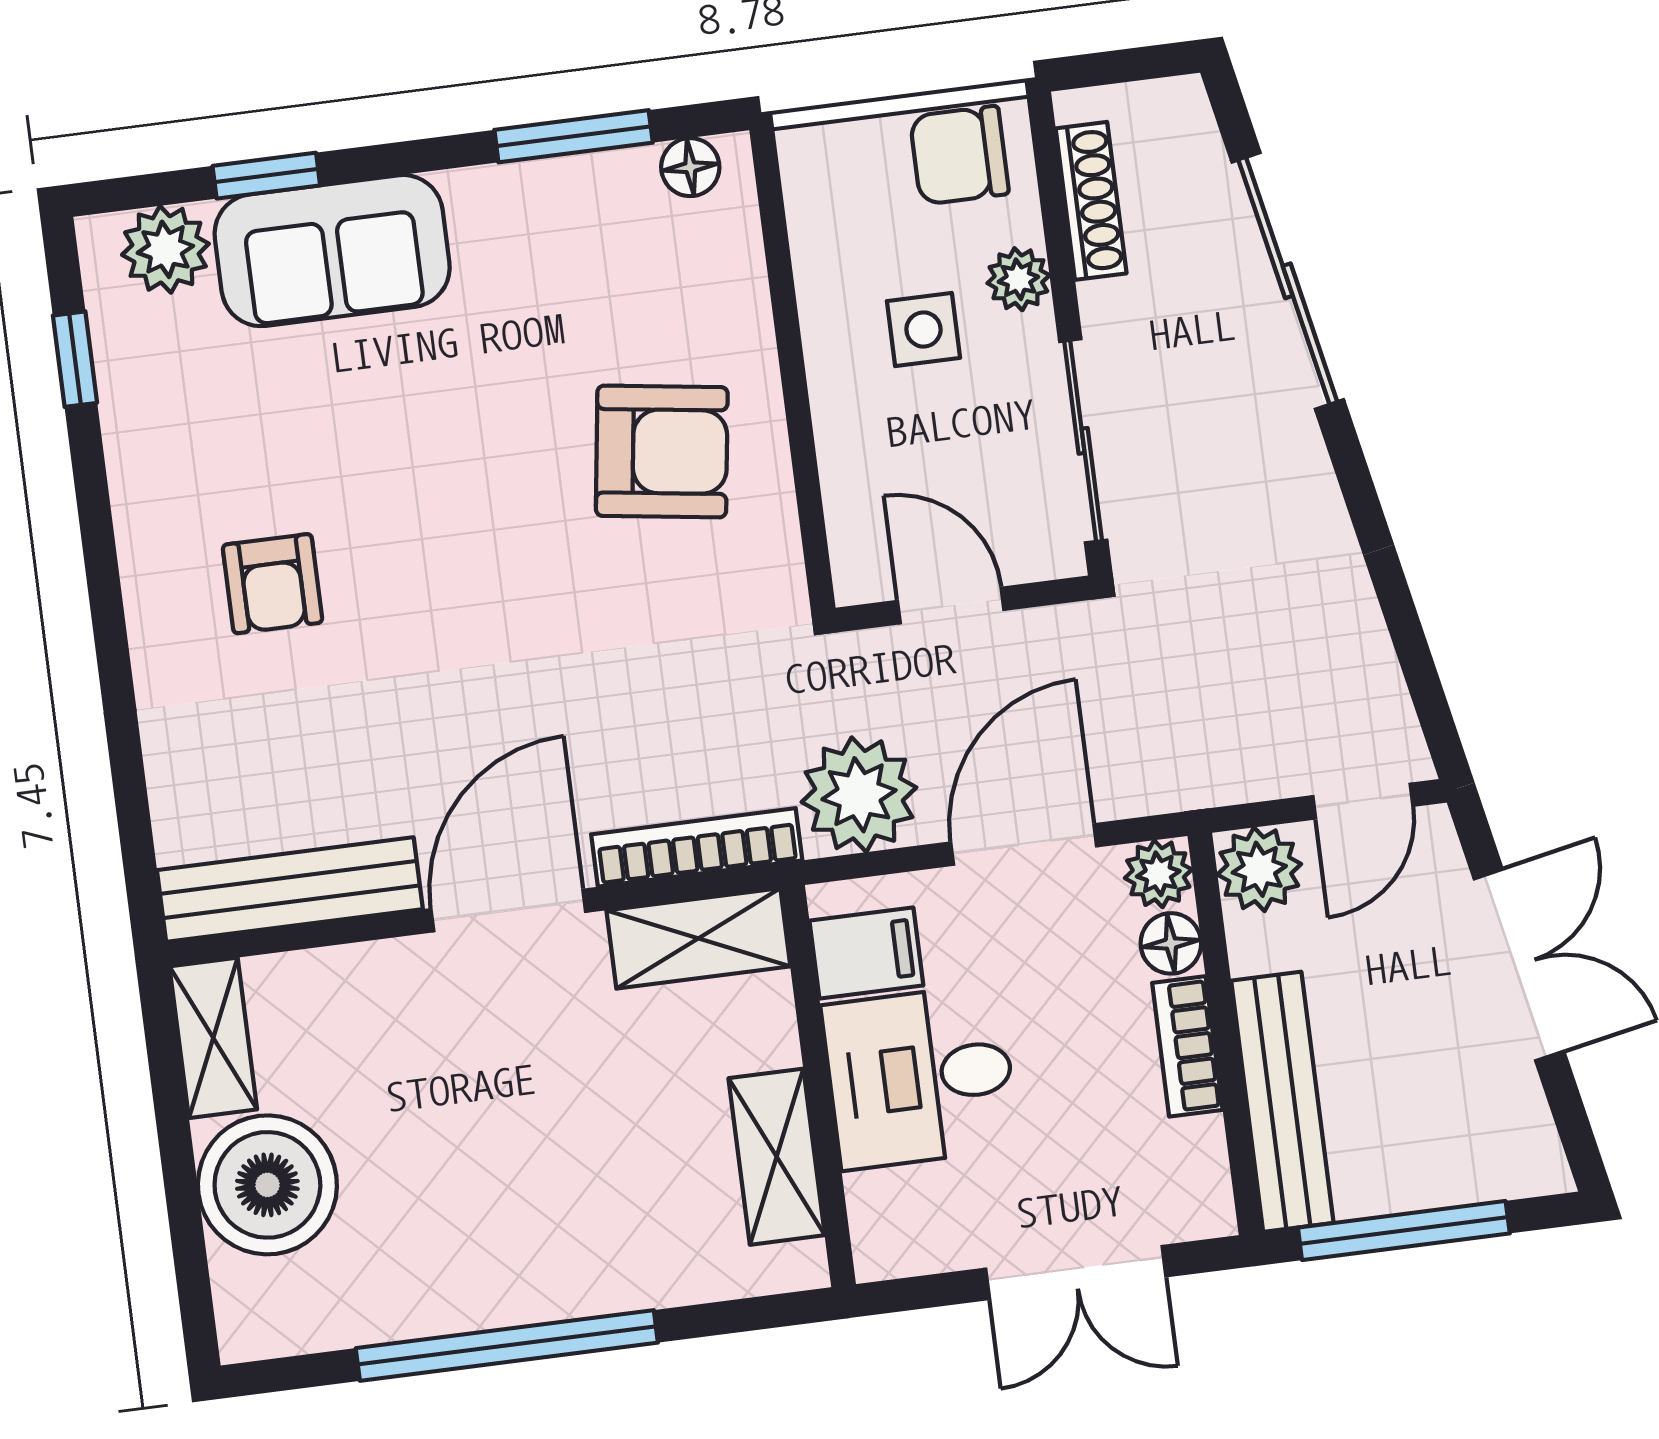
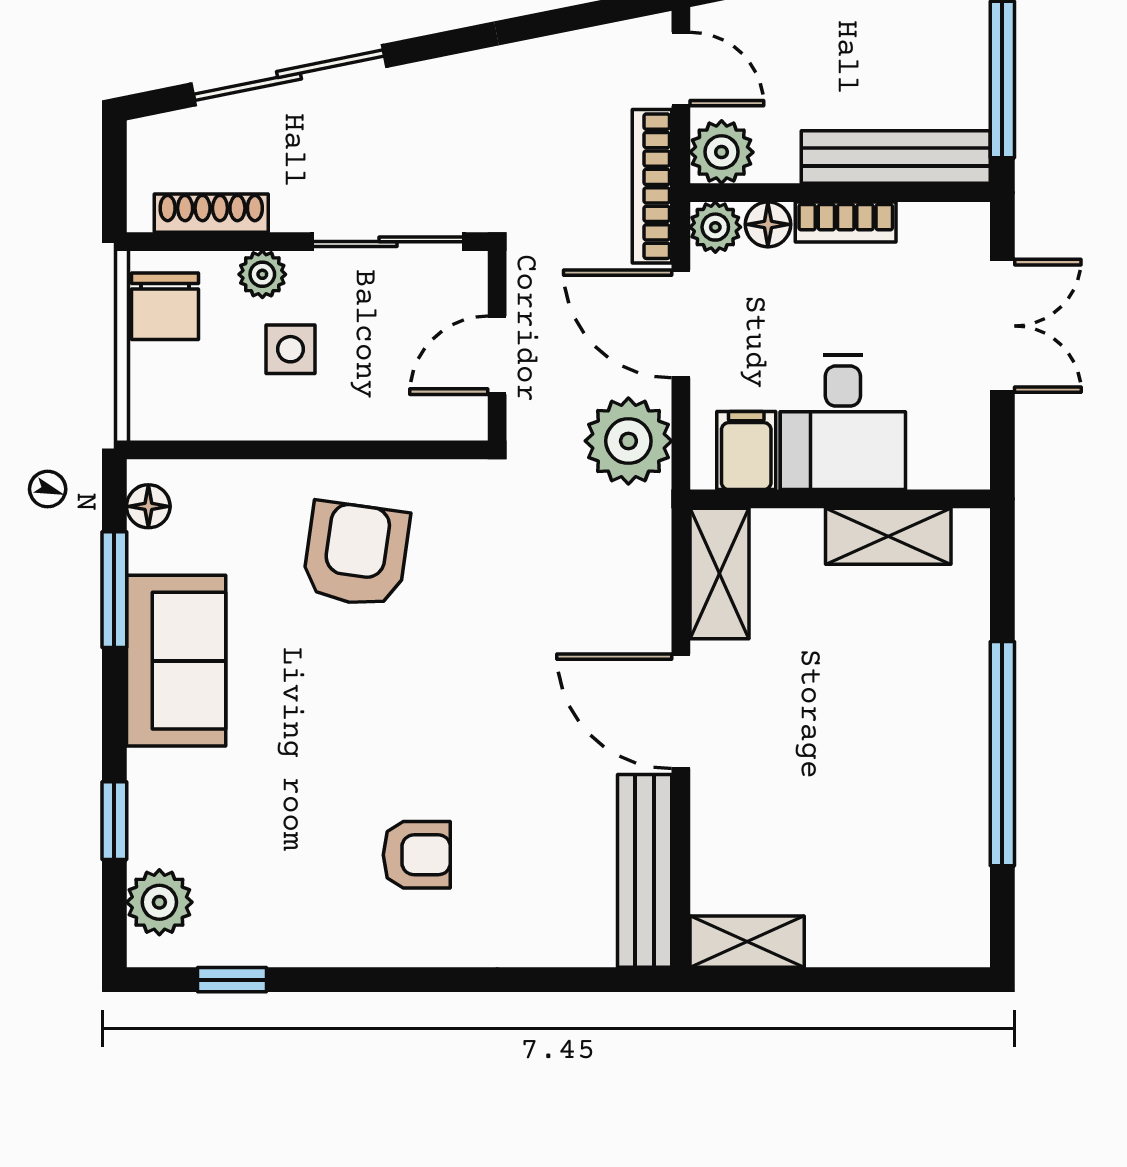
sofa: (332, 251) -> (176, 661), moved
bookcase: (697, 847) -> (652, 186), moved
boiler: (267, 1185) -> (861, 915), removed

